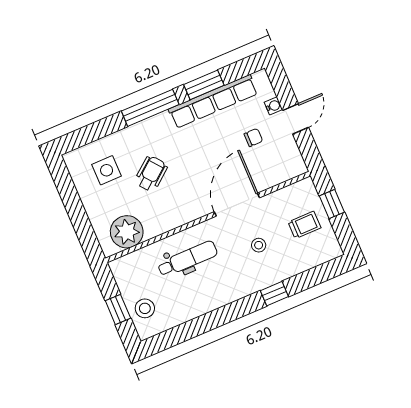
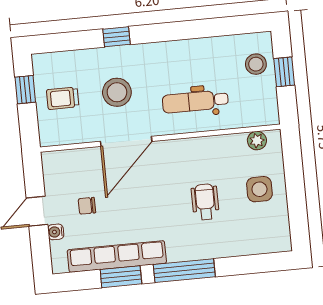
side table: (107, 170) -> (259, 189), moved
wheelchair: (151, 174) -> (205, 202), turned 129
window: (332, 204) -> (25, 90), moved
plant: (127, 232) -> (257, 141), width x0.53, depth x0.53
stool: (259, 245) -> (117, 92), width x1.89, depth x1.89

